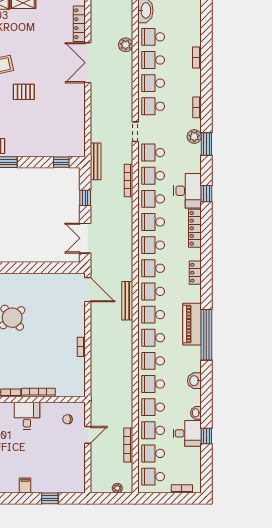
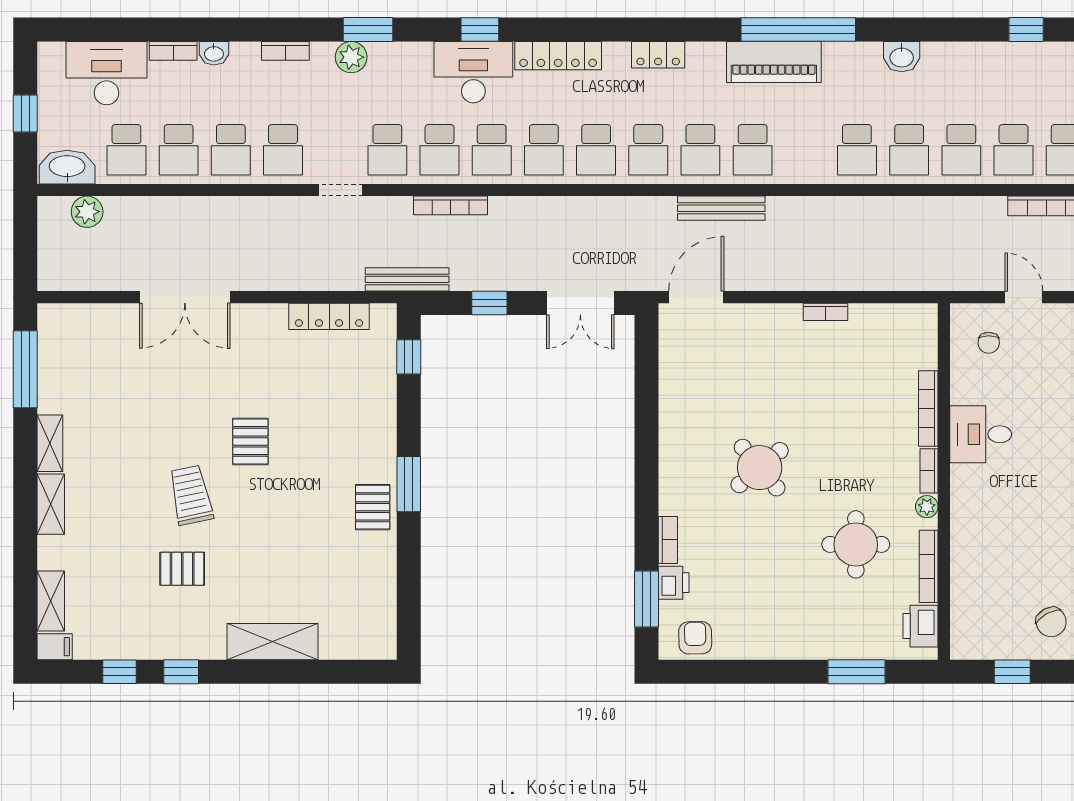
locker: (79, 24) -> (329, 316), moved
plant: (126, 45) -> (87, 212), moved
school desk: (153, 338) -> (805, 150), removed
washbasin: (196, 413) -> (214, 53), moved
desk: (187, 433) -> (107, 73), moved, width x1.37

